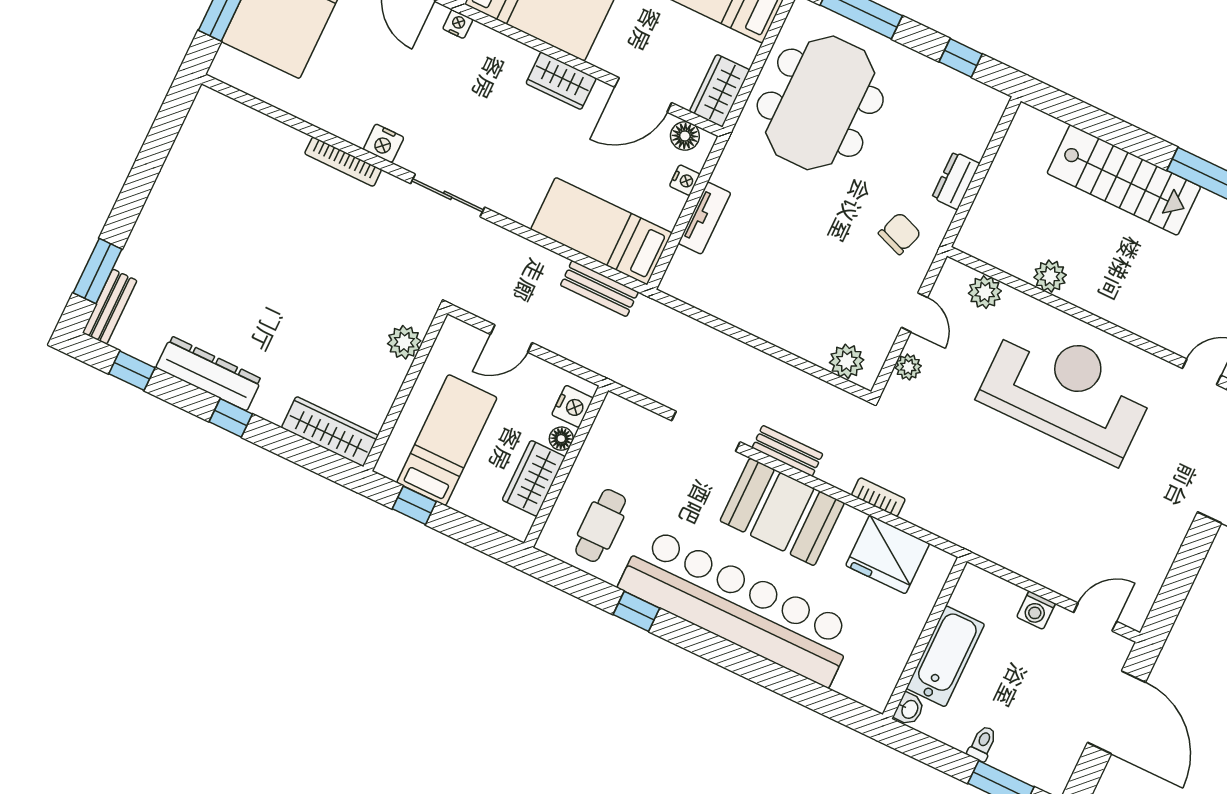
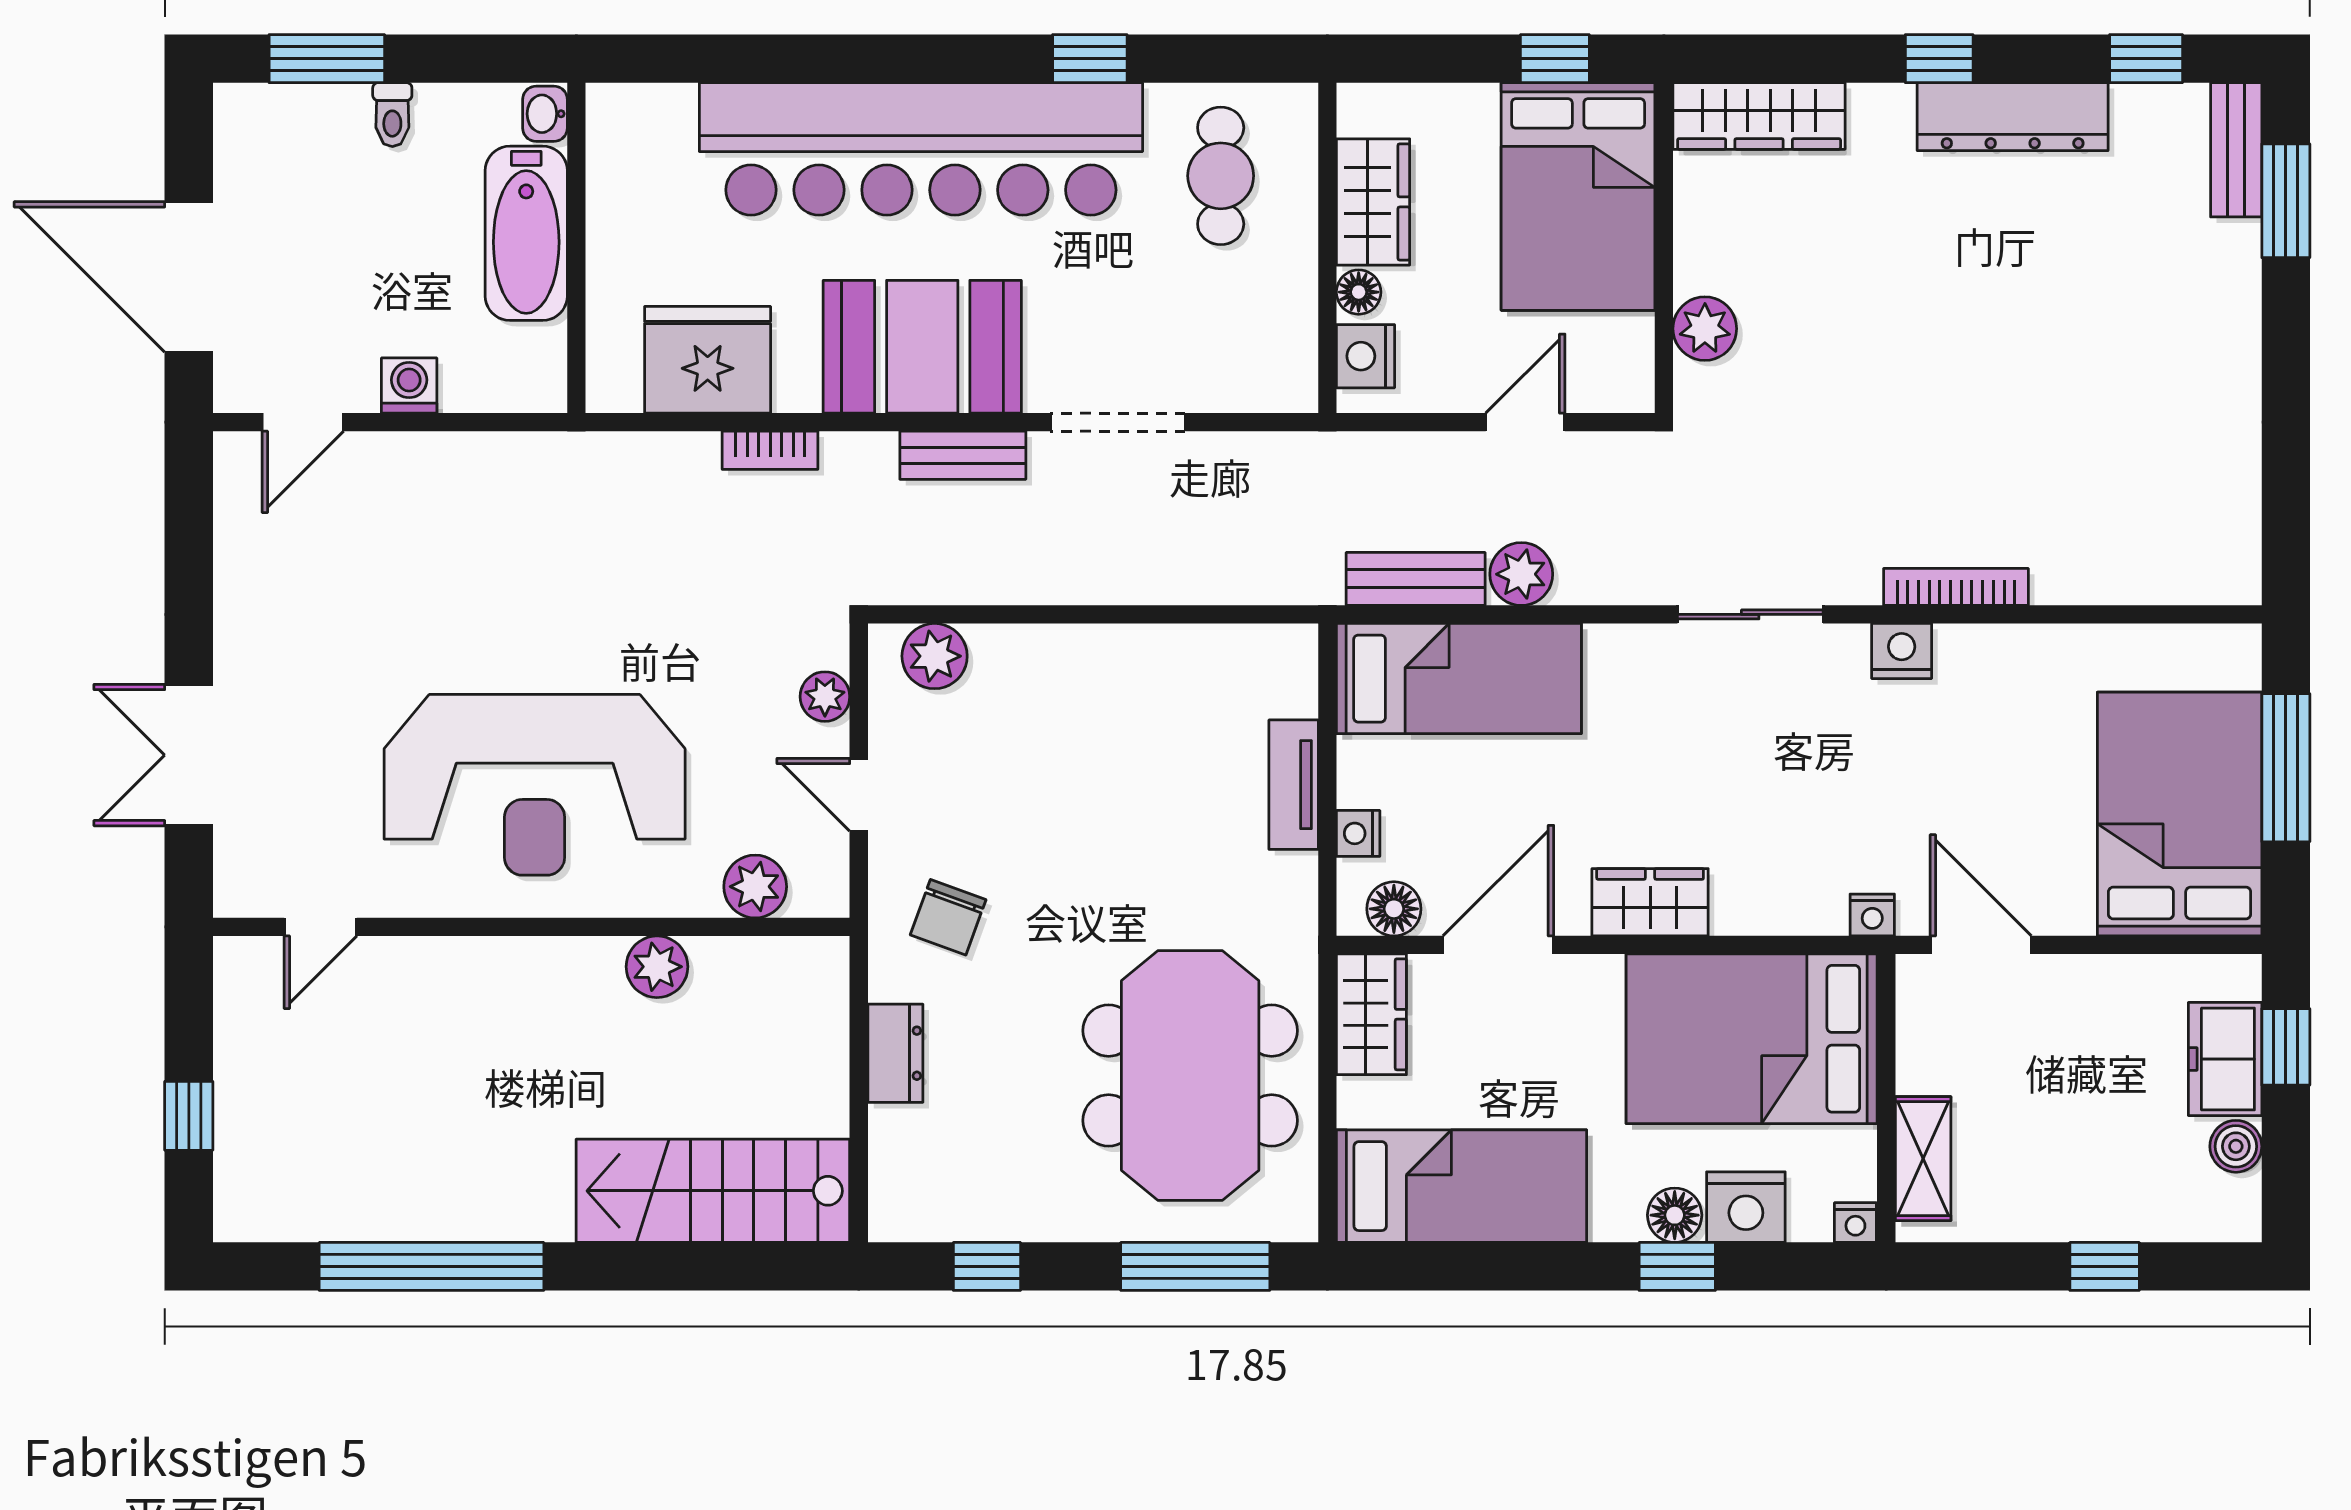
stairs: (1124, 180) -> (713, 1191), moved
plant: (548, 267) -> (1521, 574), added
bed: (447, 440) -> (1578, 197), width x1.50

